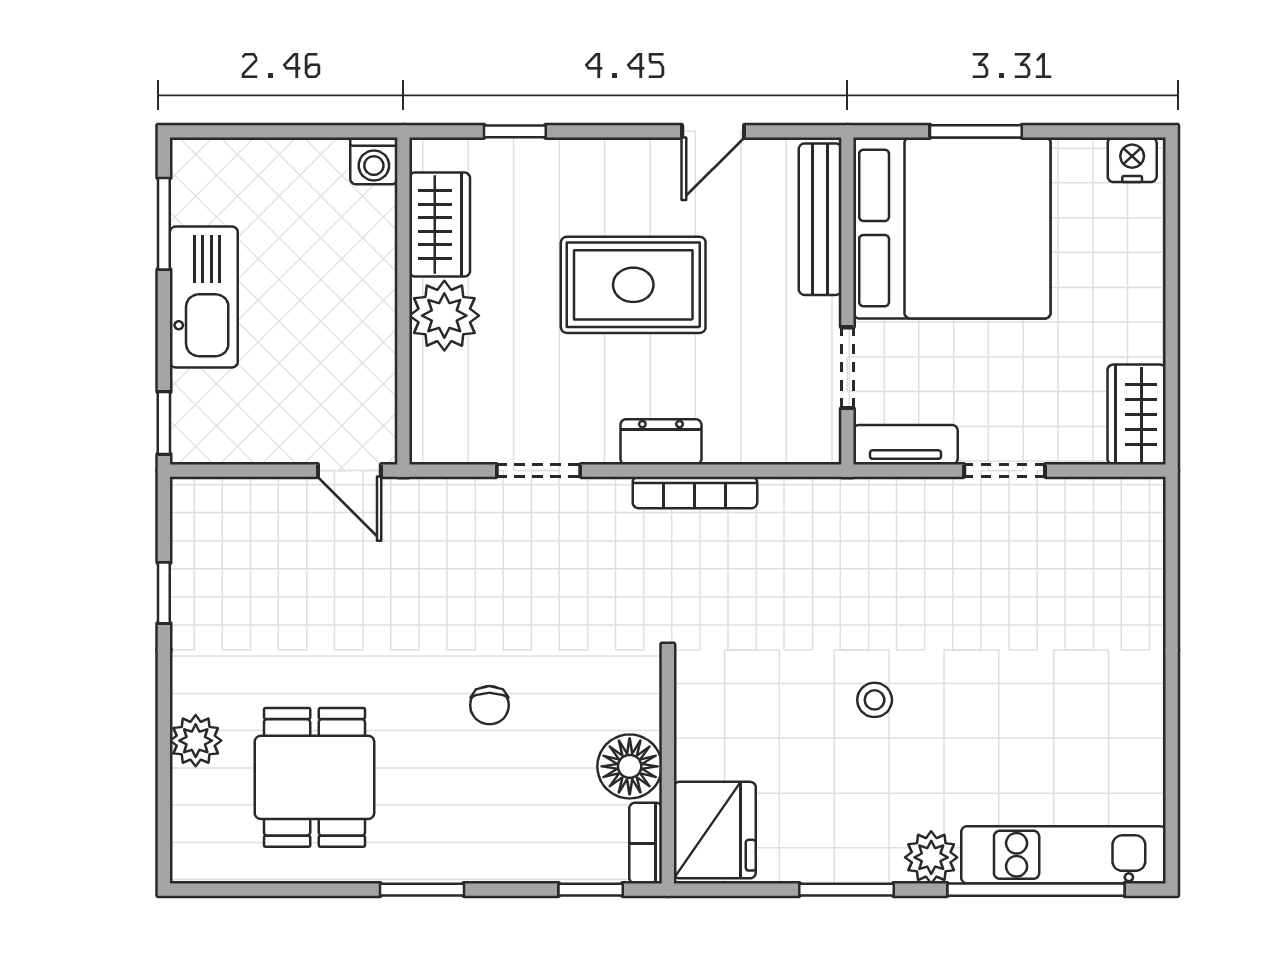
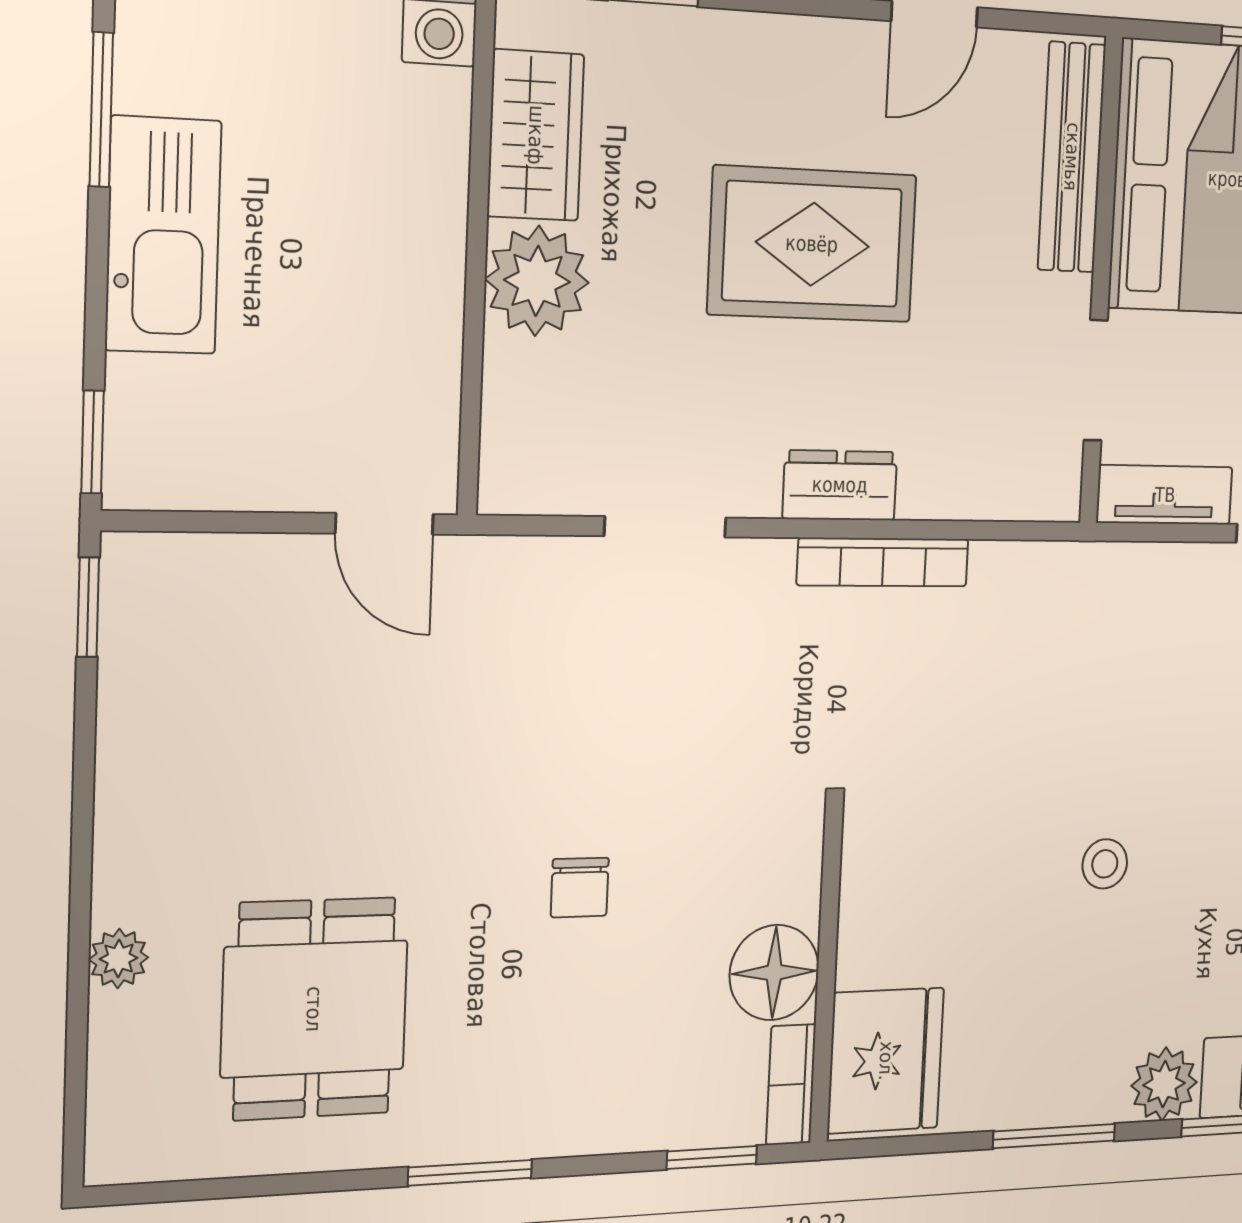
window: (164, 593) -> (88, 607), moved
plant: (196, 741) -> (119, 958), width x0.73, depth x0.73

